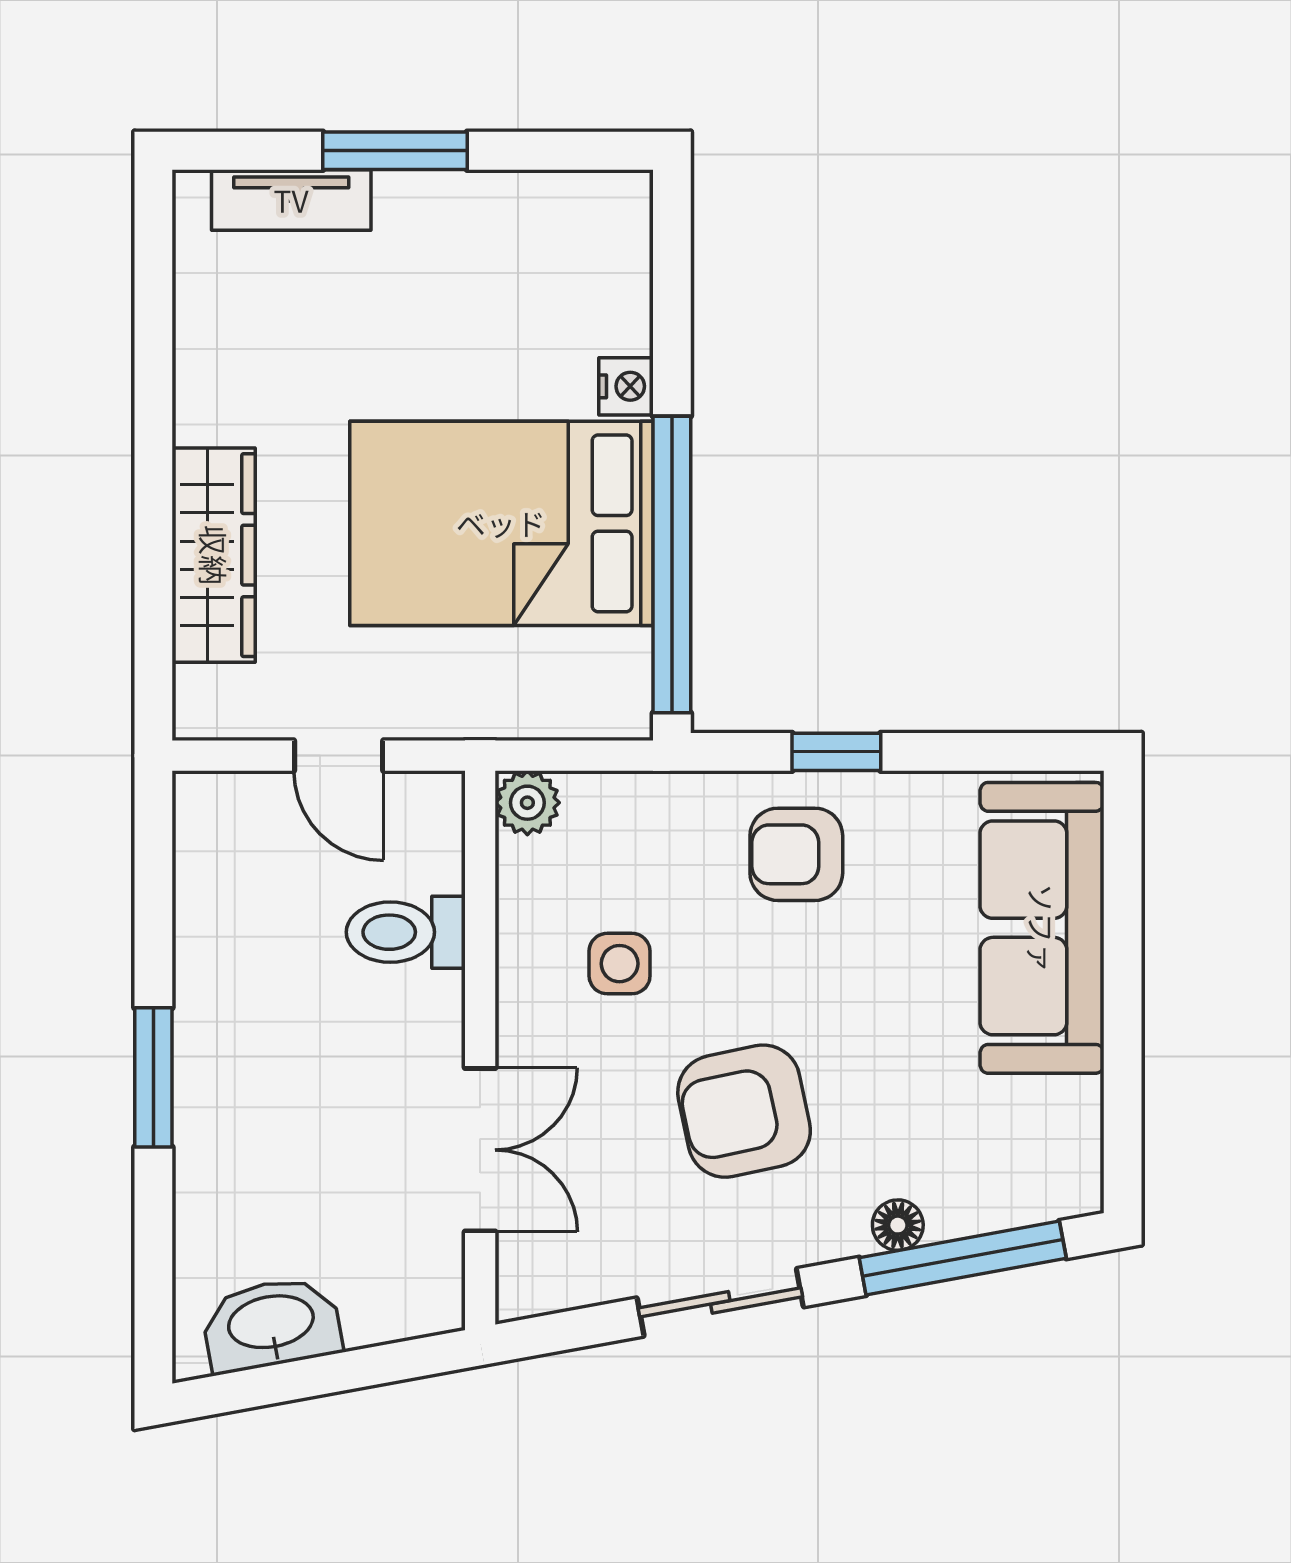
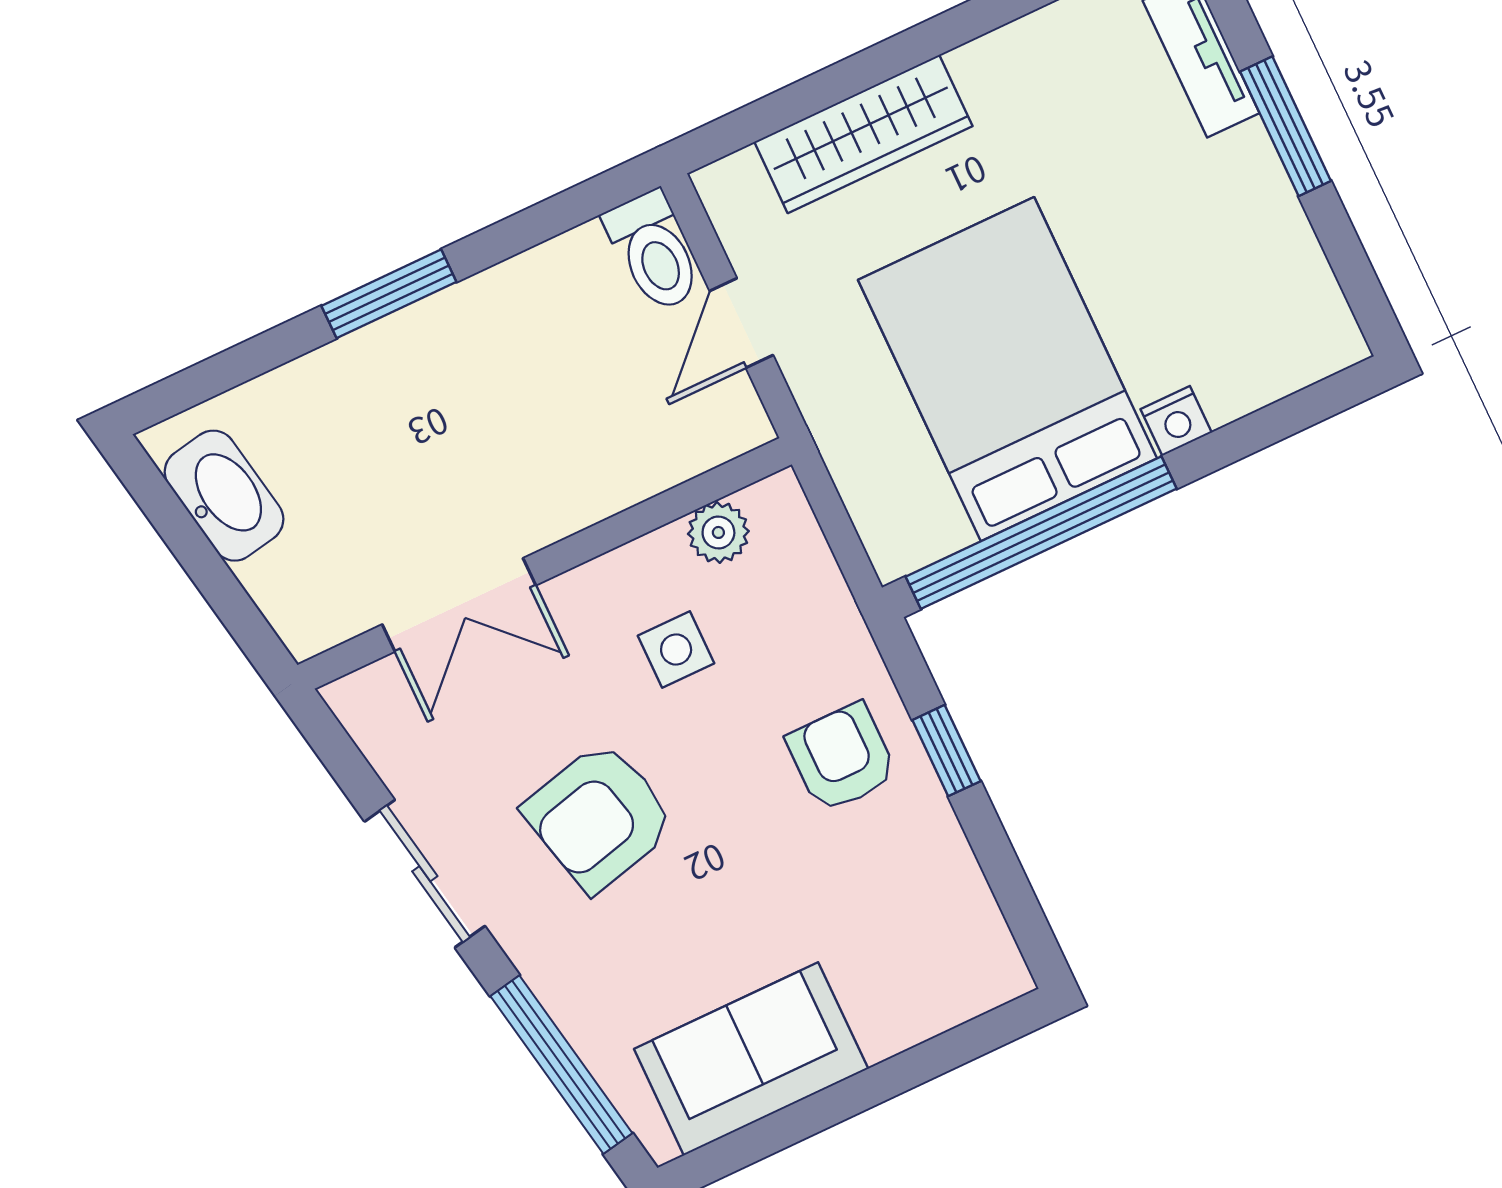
plant: (527, 803) -> (718, 532), moved
sofa: (1042, 928) -> (751, 1059), moved, width x0.73
toilet: (406, 932) -> (654, 251), moved, turned 180
armchair: (744, 1111) -> (599, 817), turned -92
floor lamp: (898, 1225) -> (563, 995), removed

